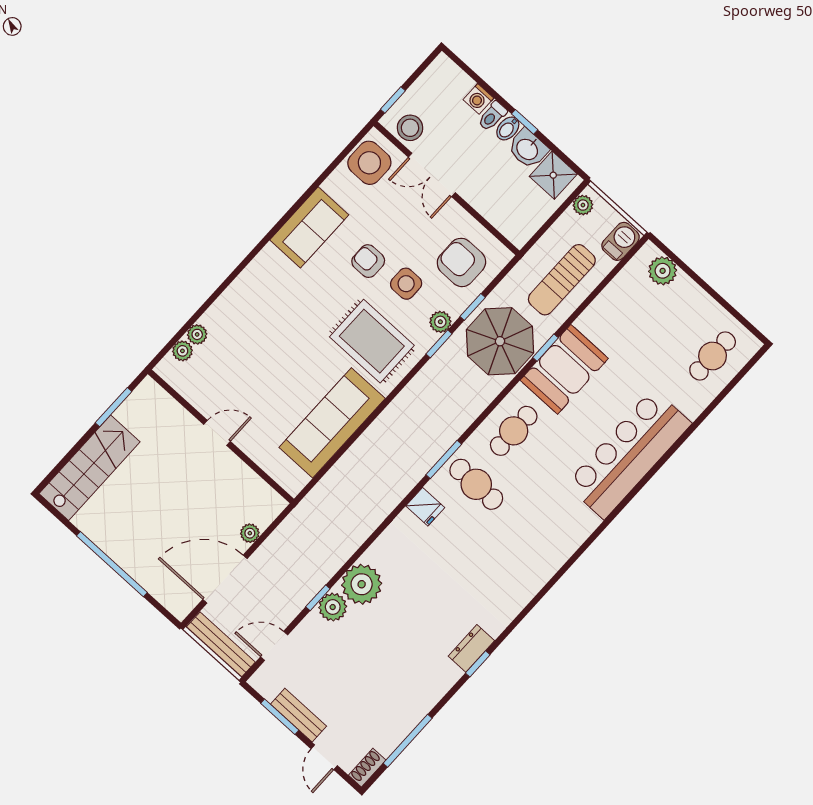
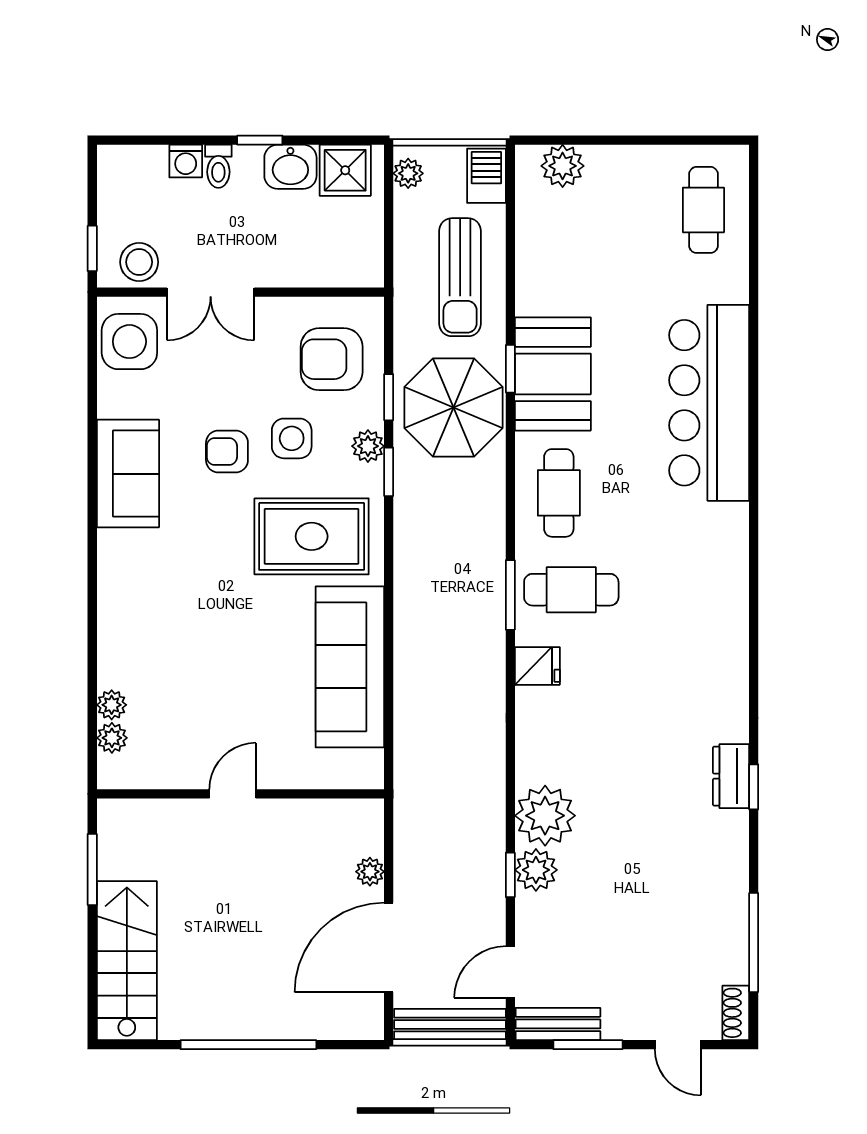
bidet: (508, 128) -> (248, 164), removed
bench: (298, 715) -> (558, 1024), moved

